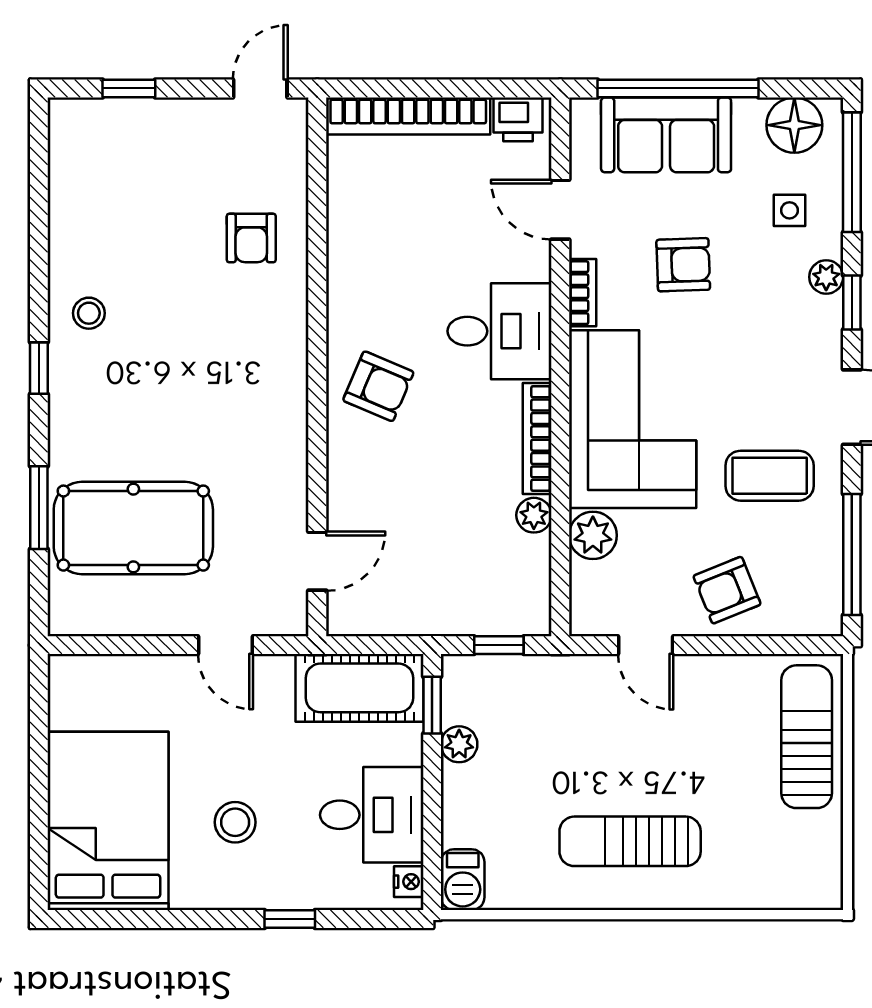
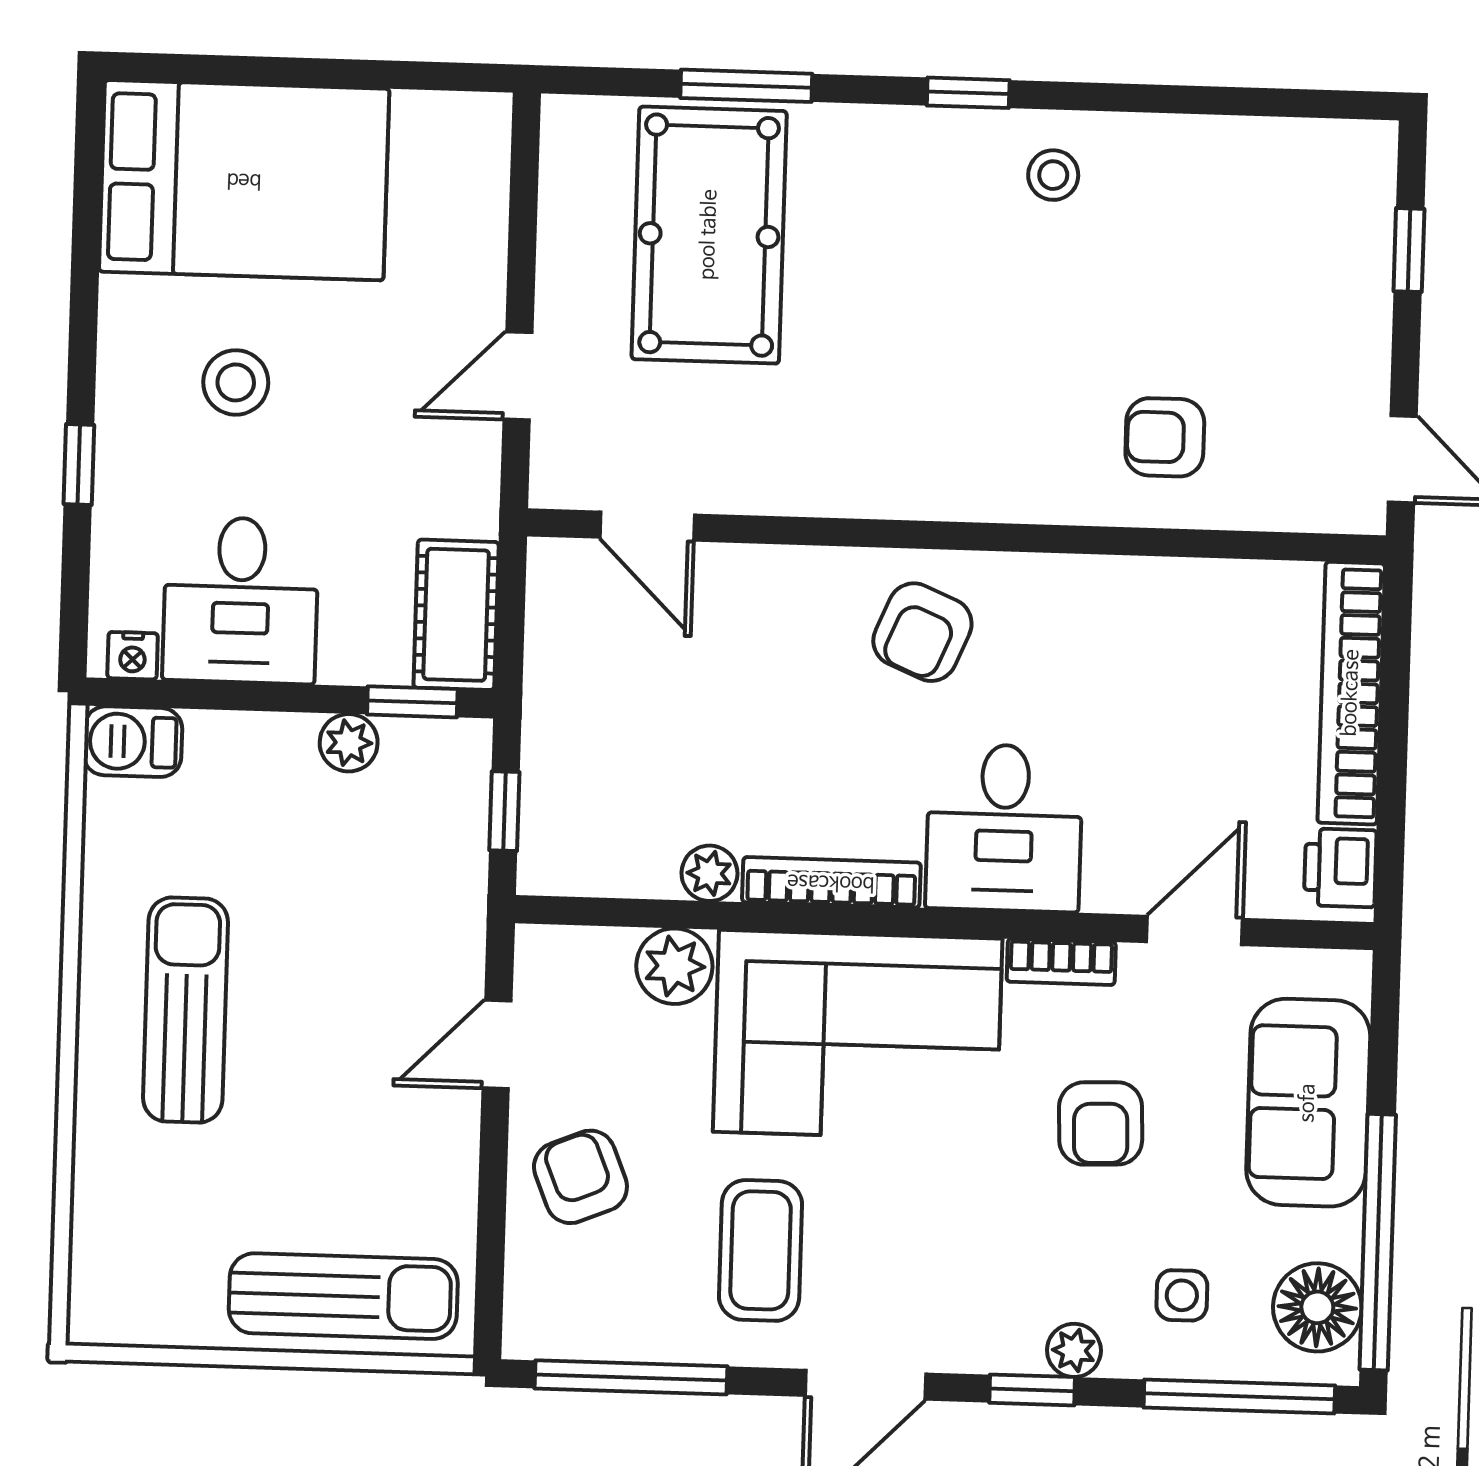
window: (678, 88) -> (1378, 1242), moved
cot: (359, 688) -> (456, 615), width x0.73, depth x0.75

